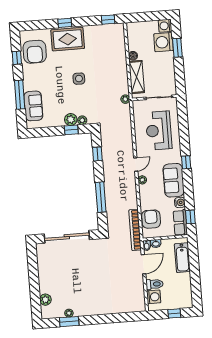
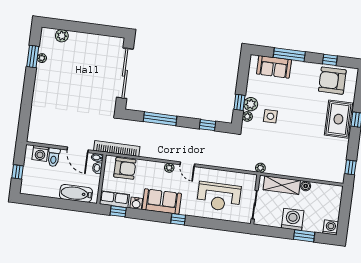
washing machine: (163, 42) -> (293, 219), moved
side table: (79, 79) -> (270, 116), moved
reception desk: (159, 131) -> (219, 197), turned 180

